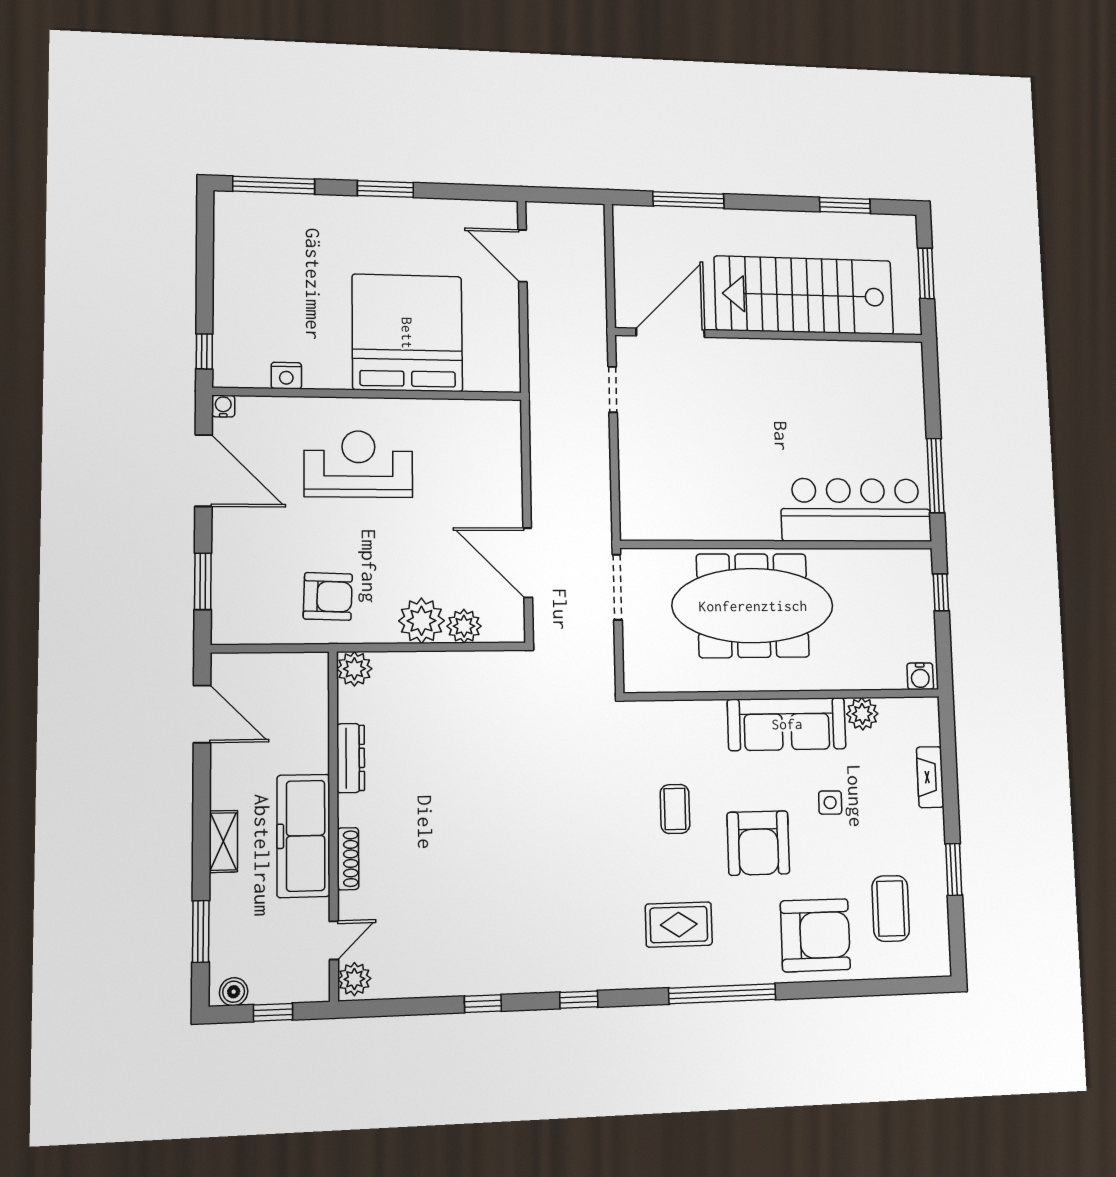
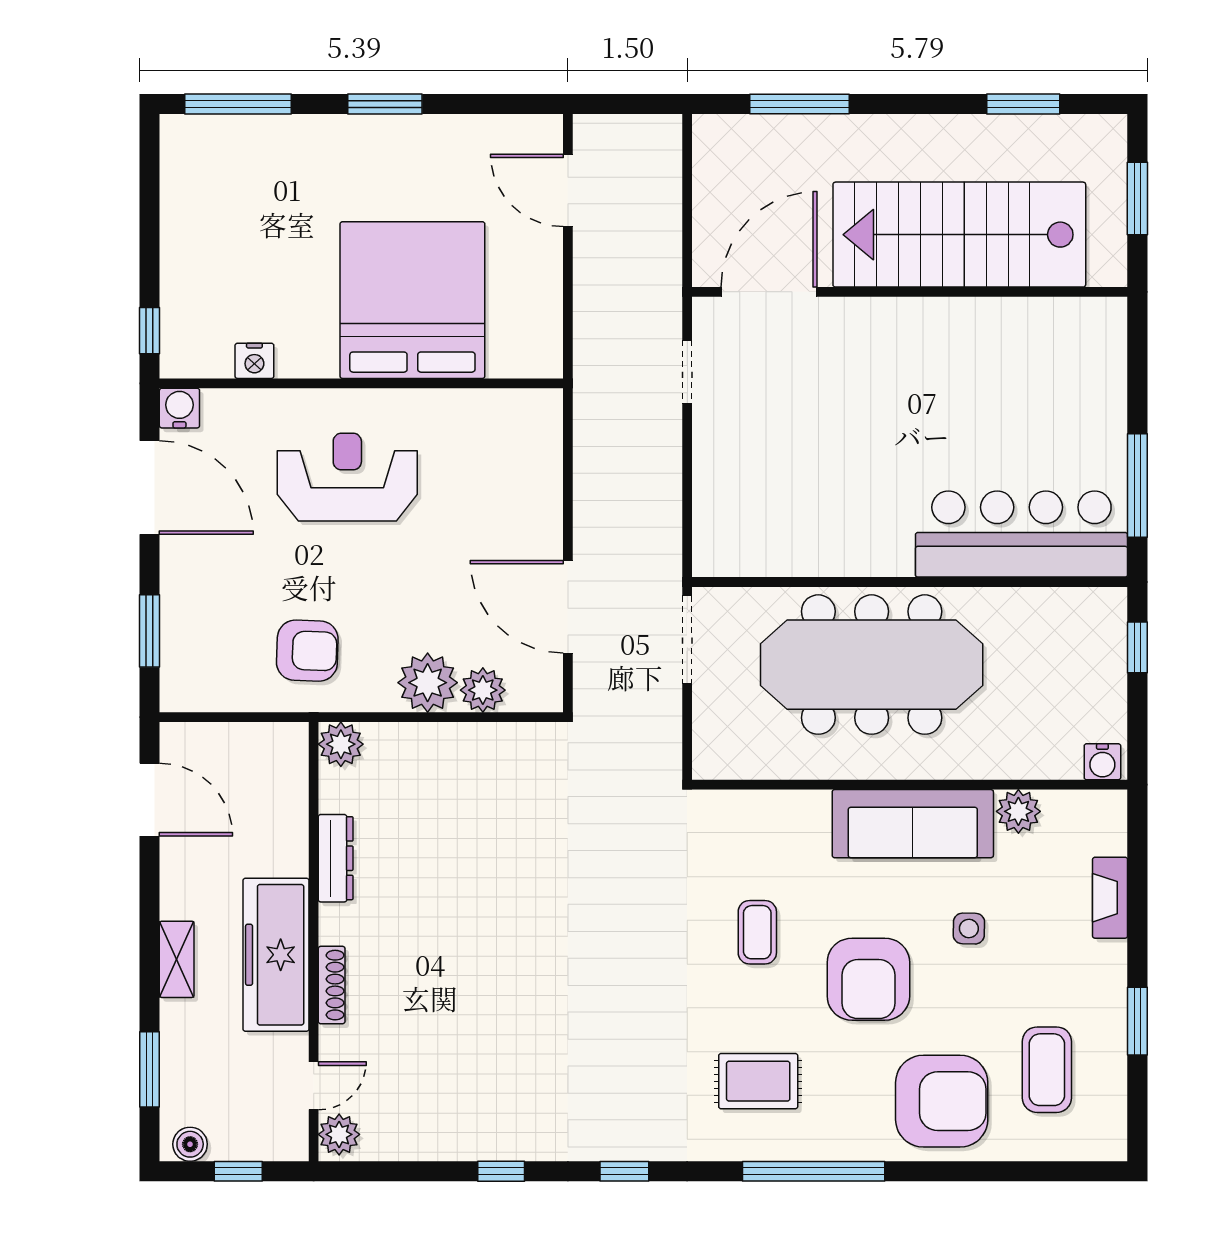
water cooler: (223, 406) -> (179, 408), width x1.38, depth x1.38

